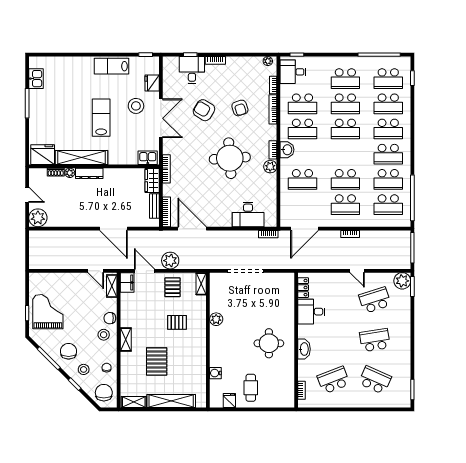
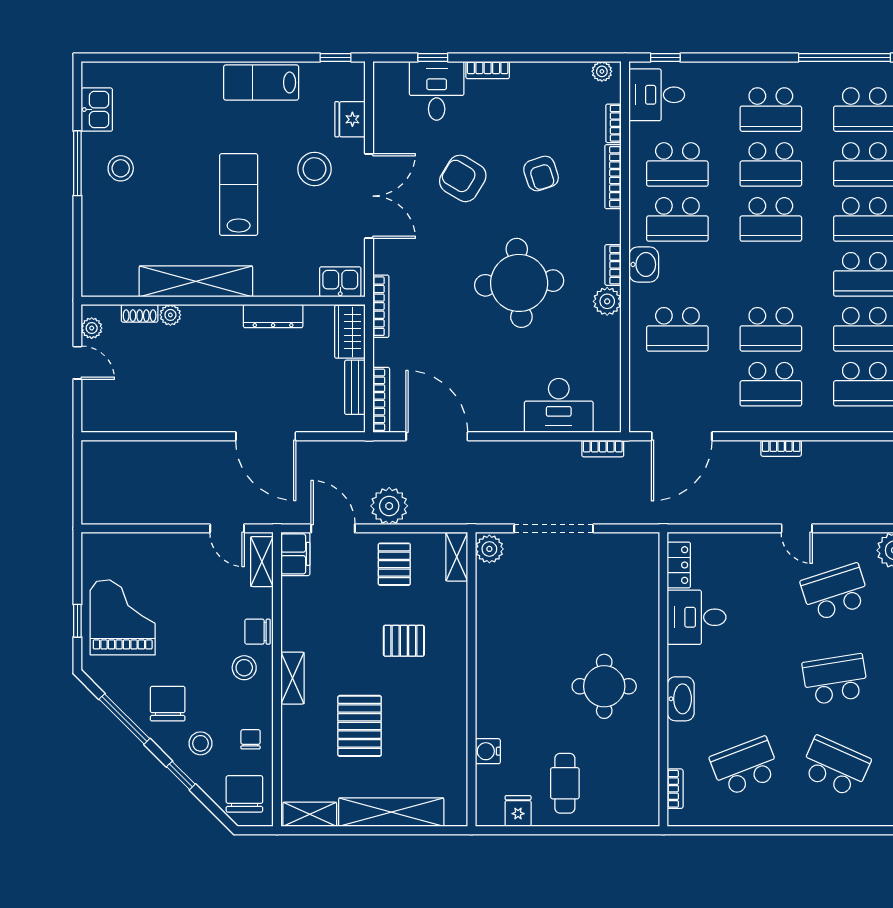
stool: (47, 106) -> (121, 168), added
fridge: (43, 155) -> (111, 275), removed
dresser: (89, 173) -> (273, 316), moved
plant: (38, 218) -> (92, 328), moved, width x0.53, depth x0.53
plant: (216, 319) -> (489, 549), moved

